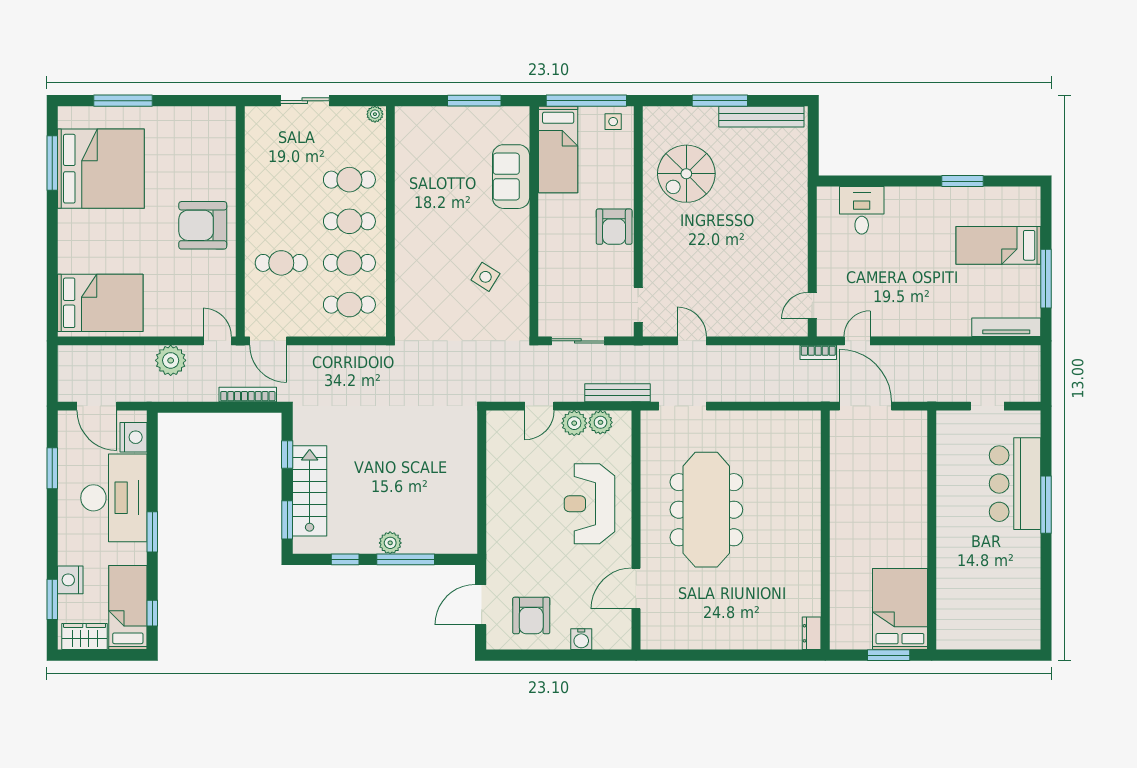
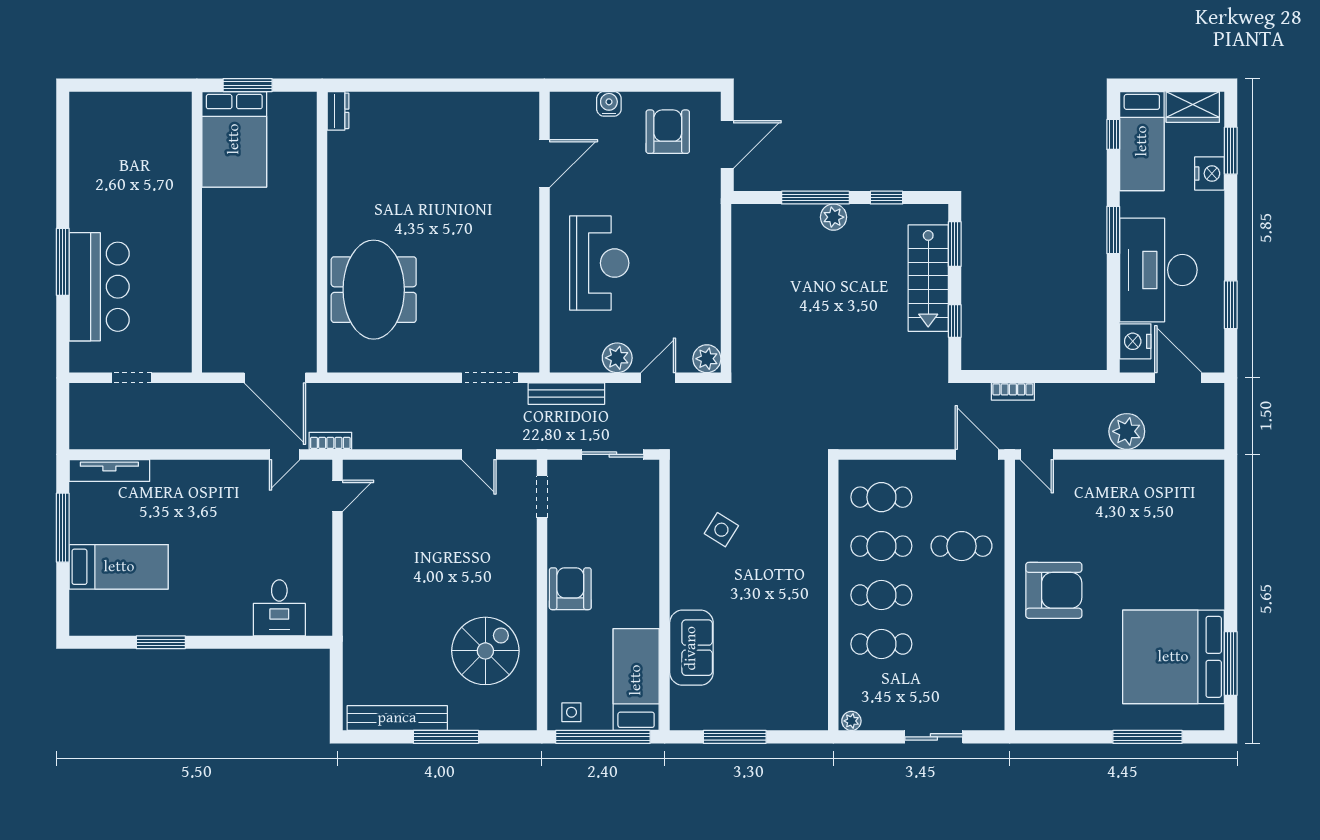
bed: (100, 303) -> (1174, 499), removed
plant: (171, 360) -> (1127, 431), moved
bookcase: (248, 394) -> (1013, 392), width x0.64
plant: (600, 422) -> (707, 359), moved
meeting table: (706, 510) -> (374, 290), moved, width x0.73

